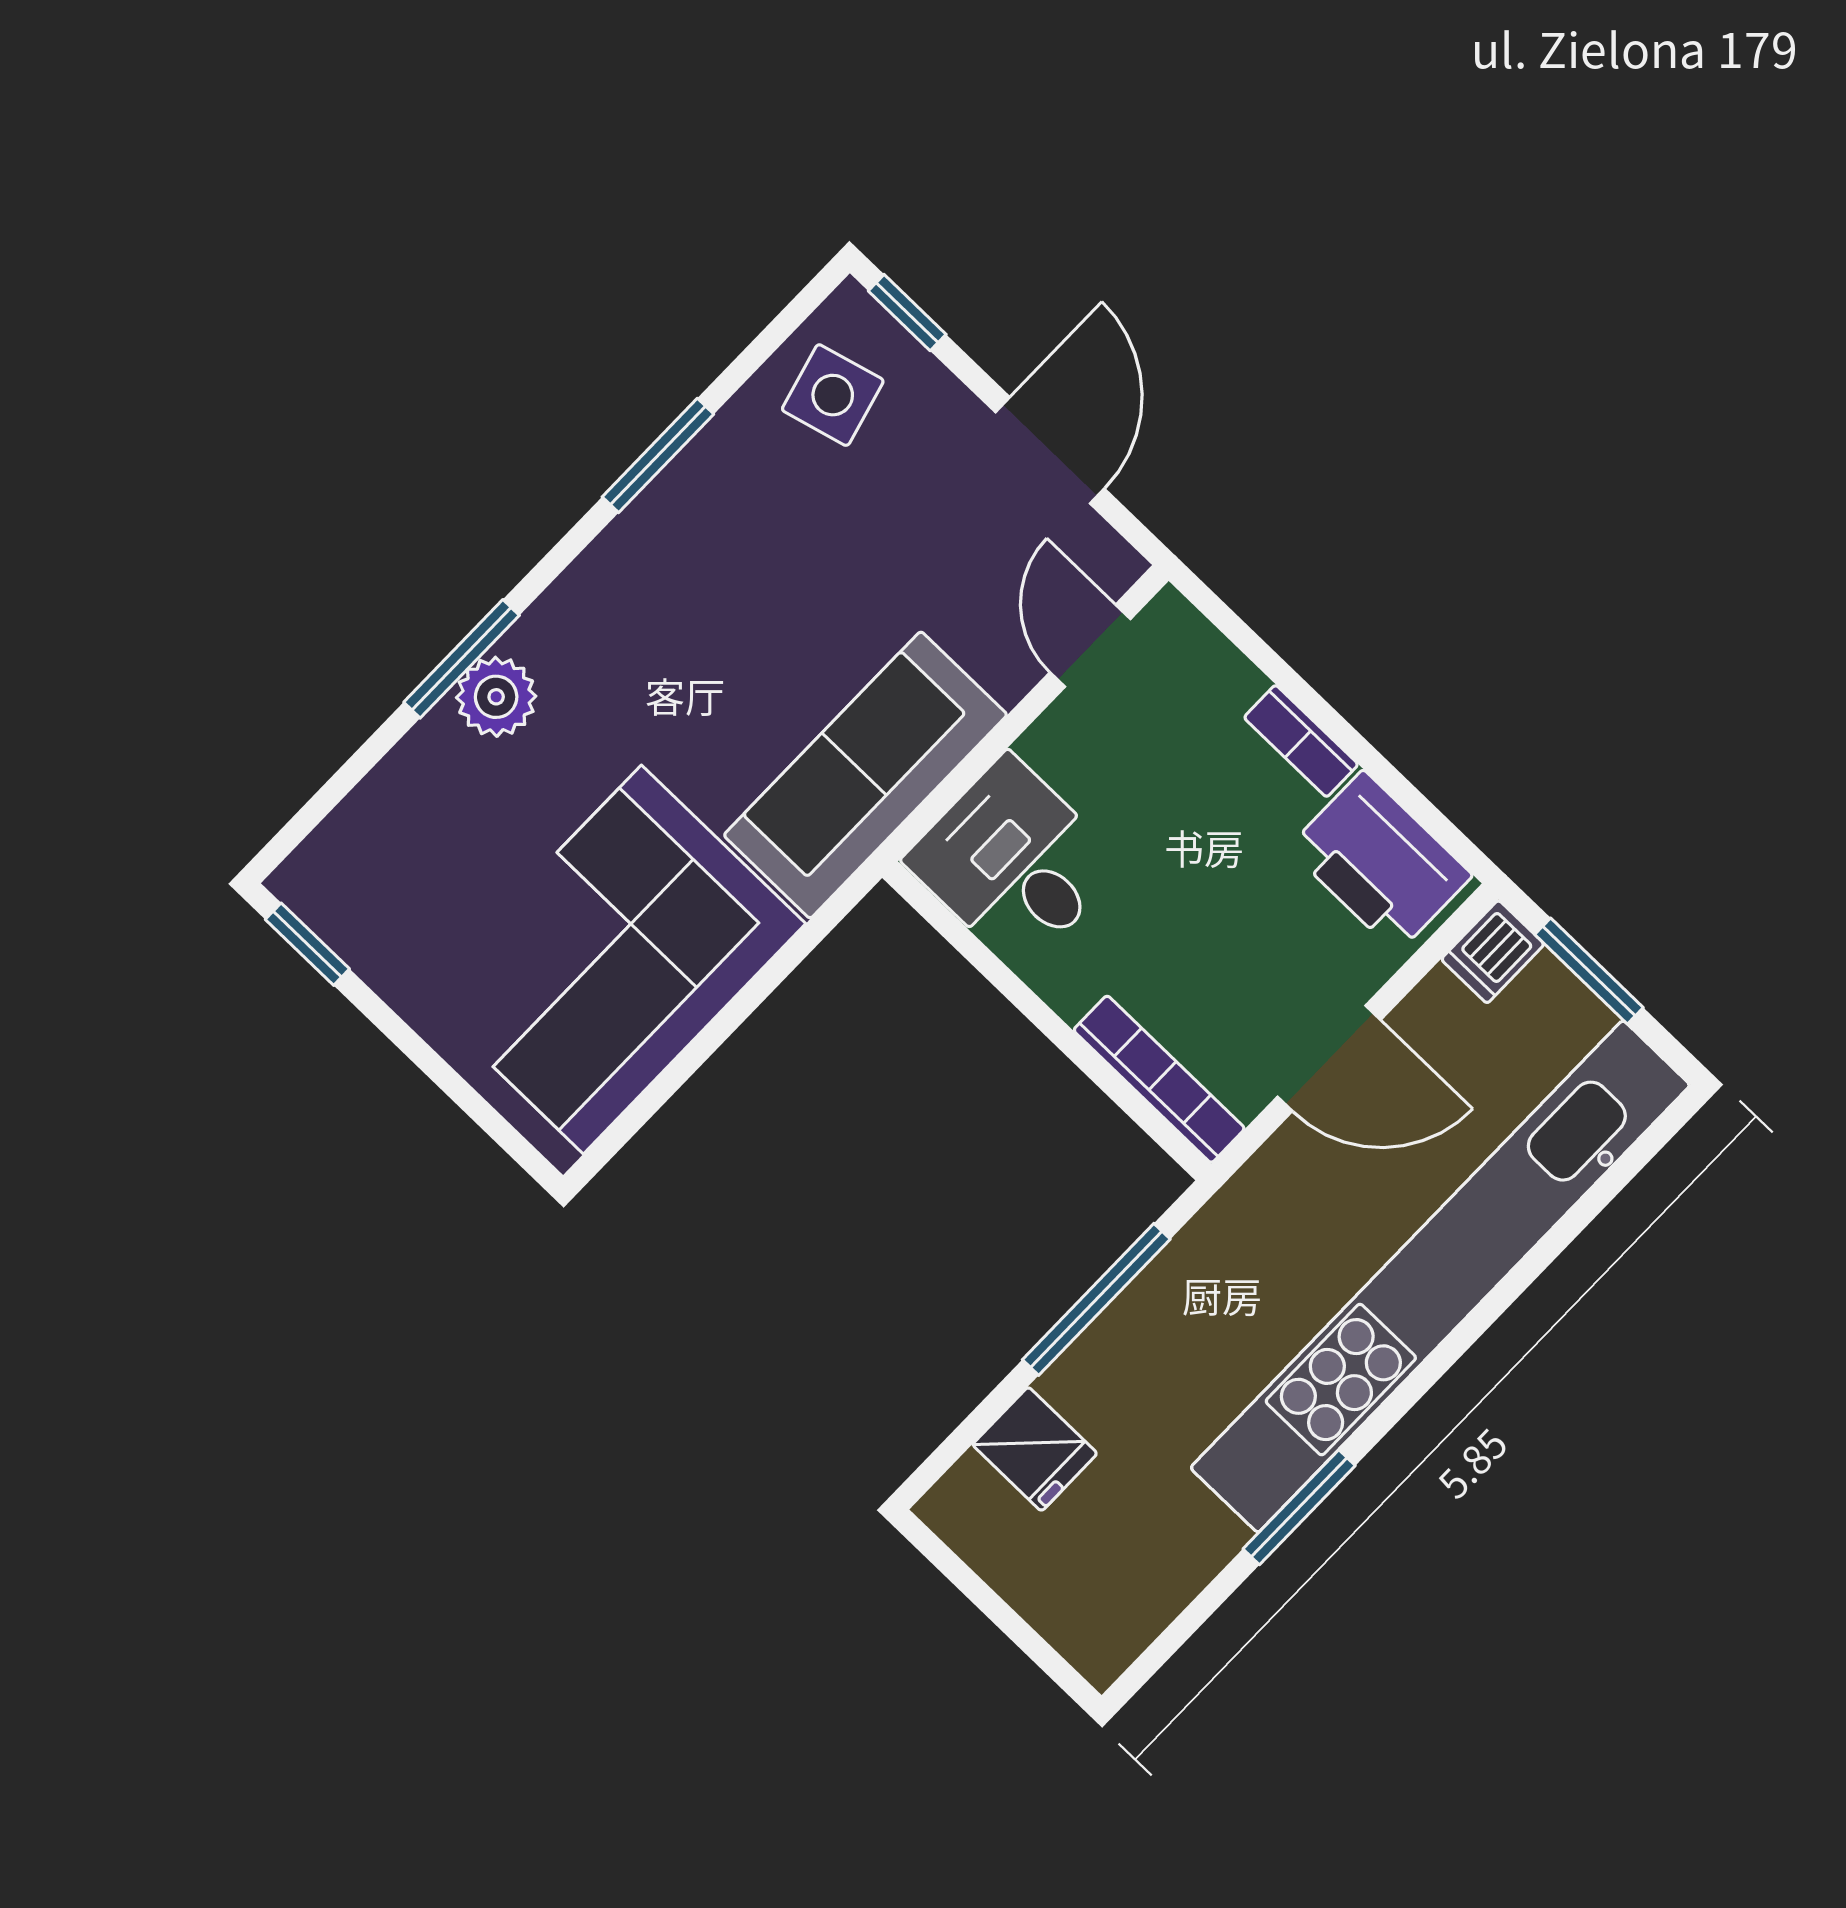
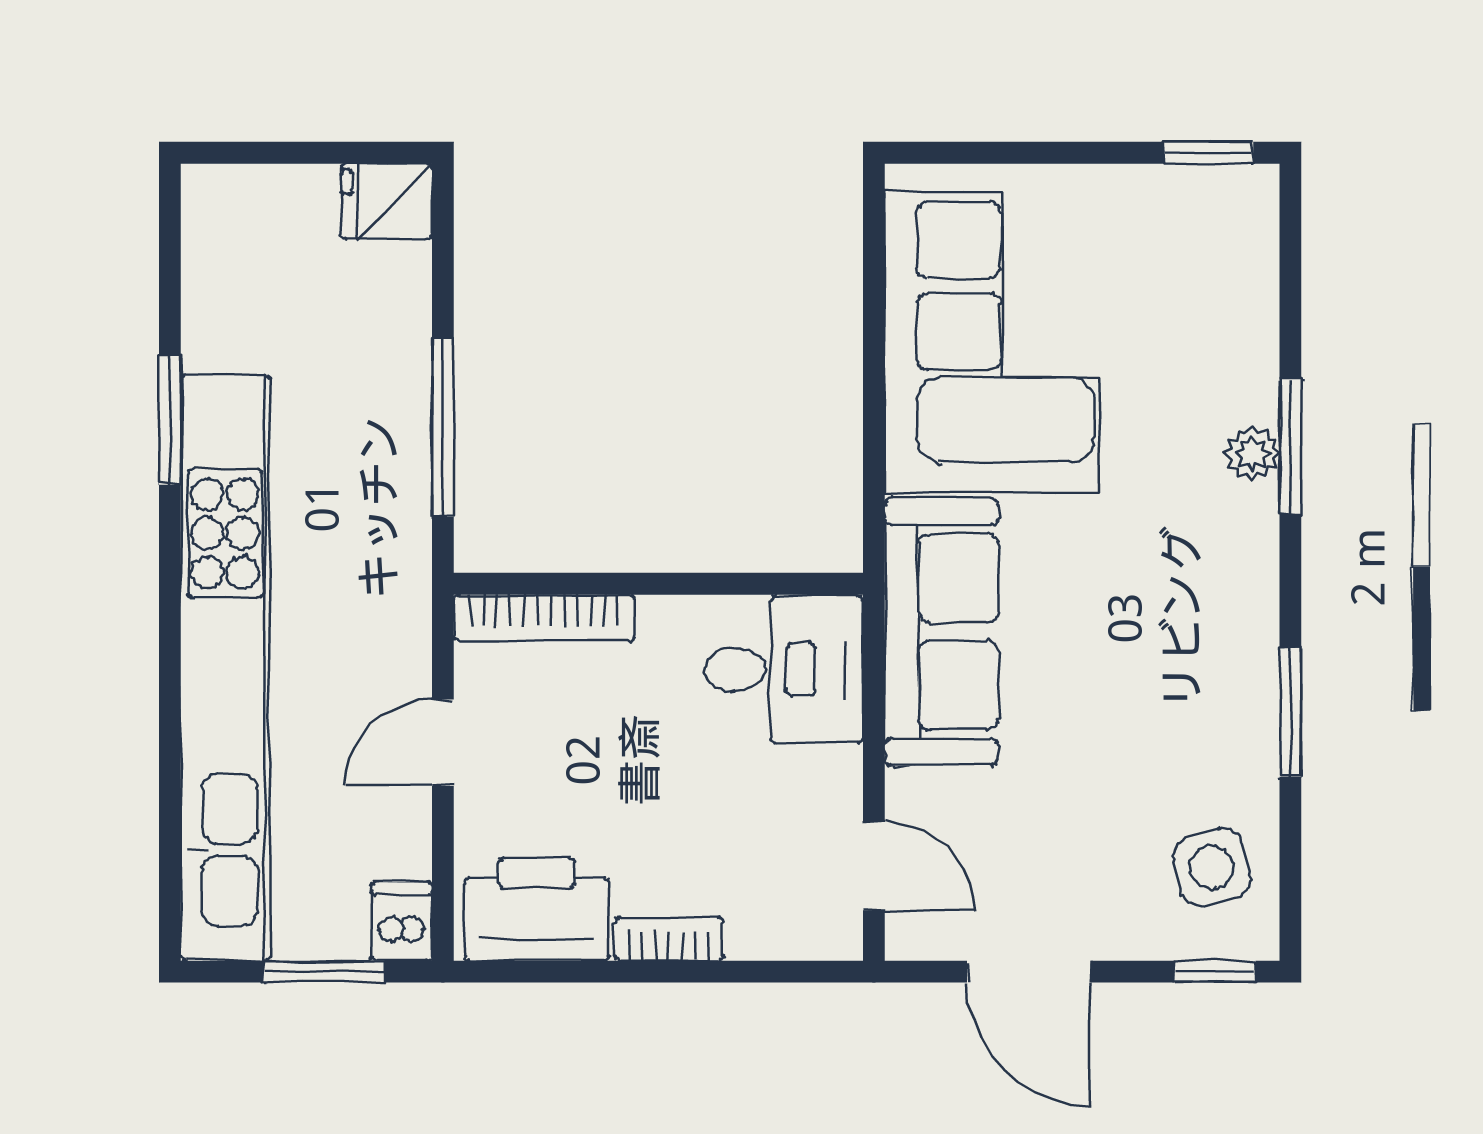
plant: (496, 697) -> (1252, 453), width x0.73, depth x0.73
door: (1329, 1058) -> (443, 743), width x0.73
fridge: (1035, 1449) -> (387, 202), moved

